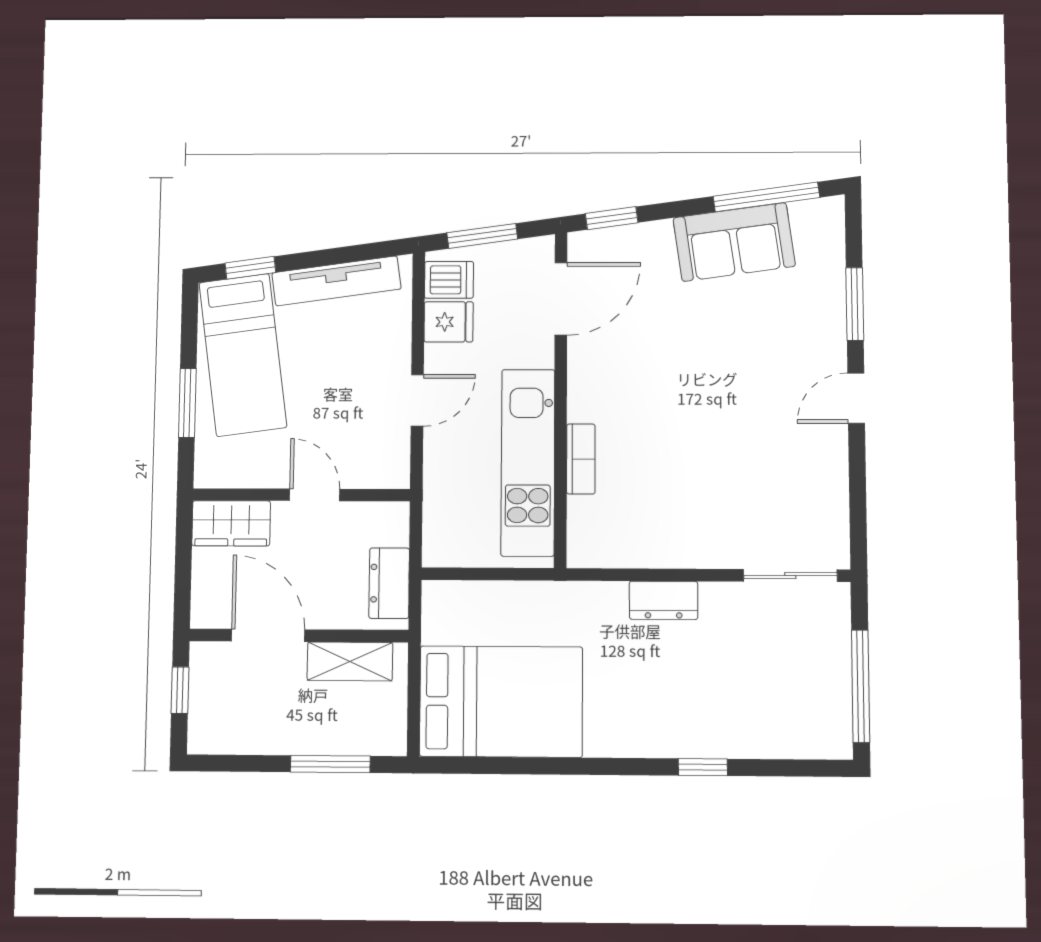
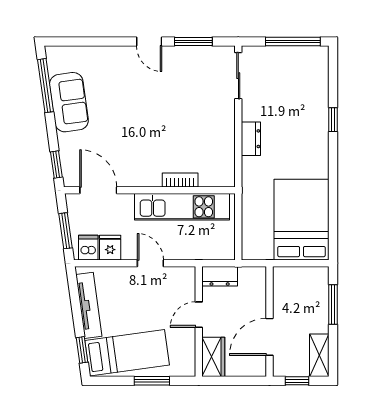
window: (855, 304) -> (193, 42), moved
dresser: (389, 583) -> (220, 276), moved
shelving: (350, 661) -> (319, 355), moved

